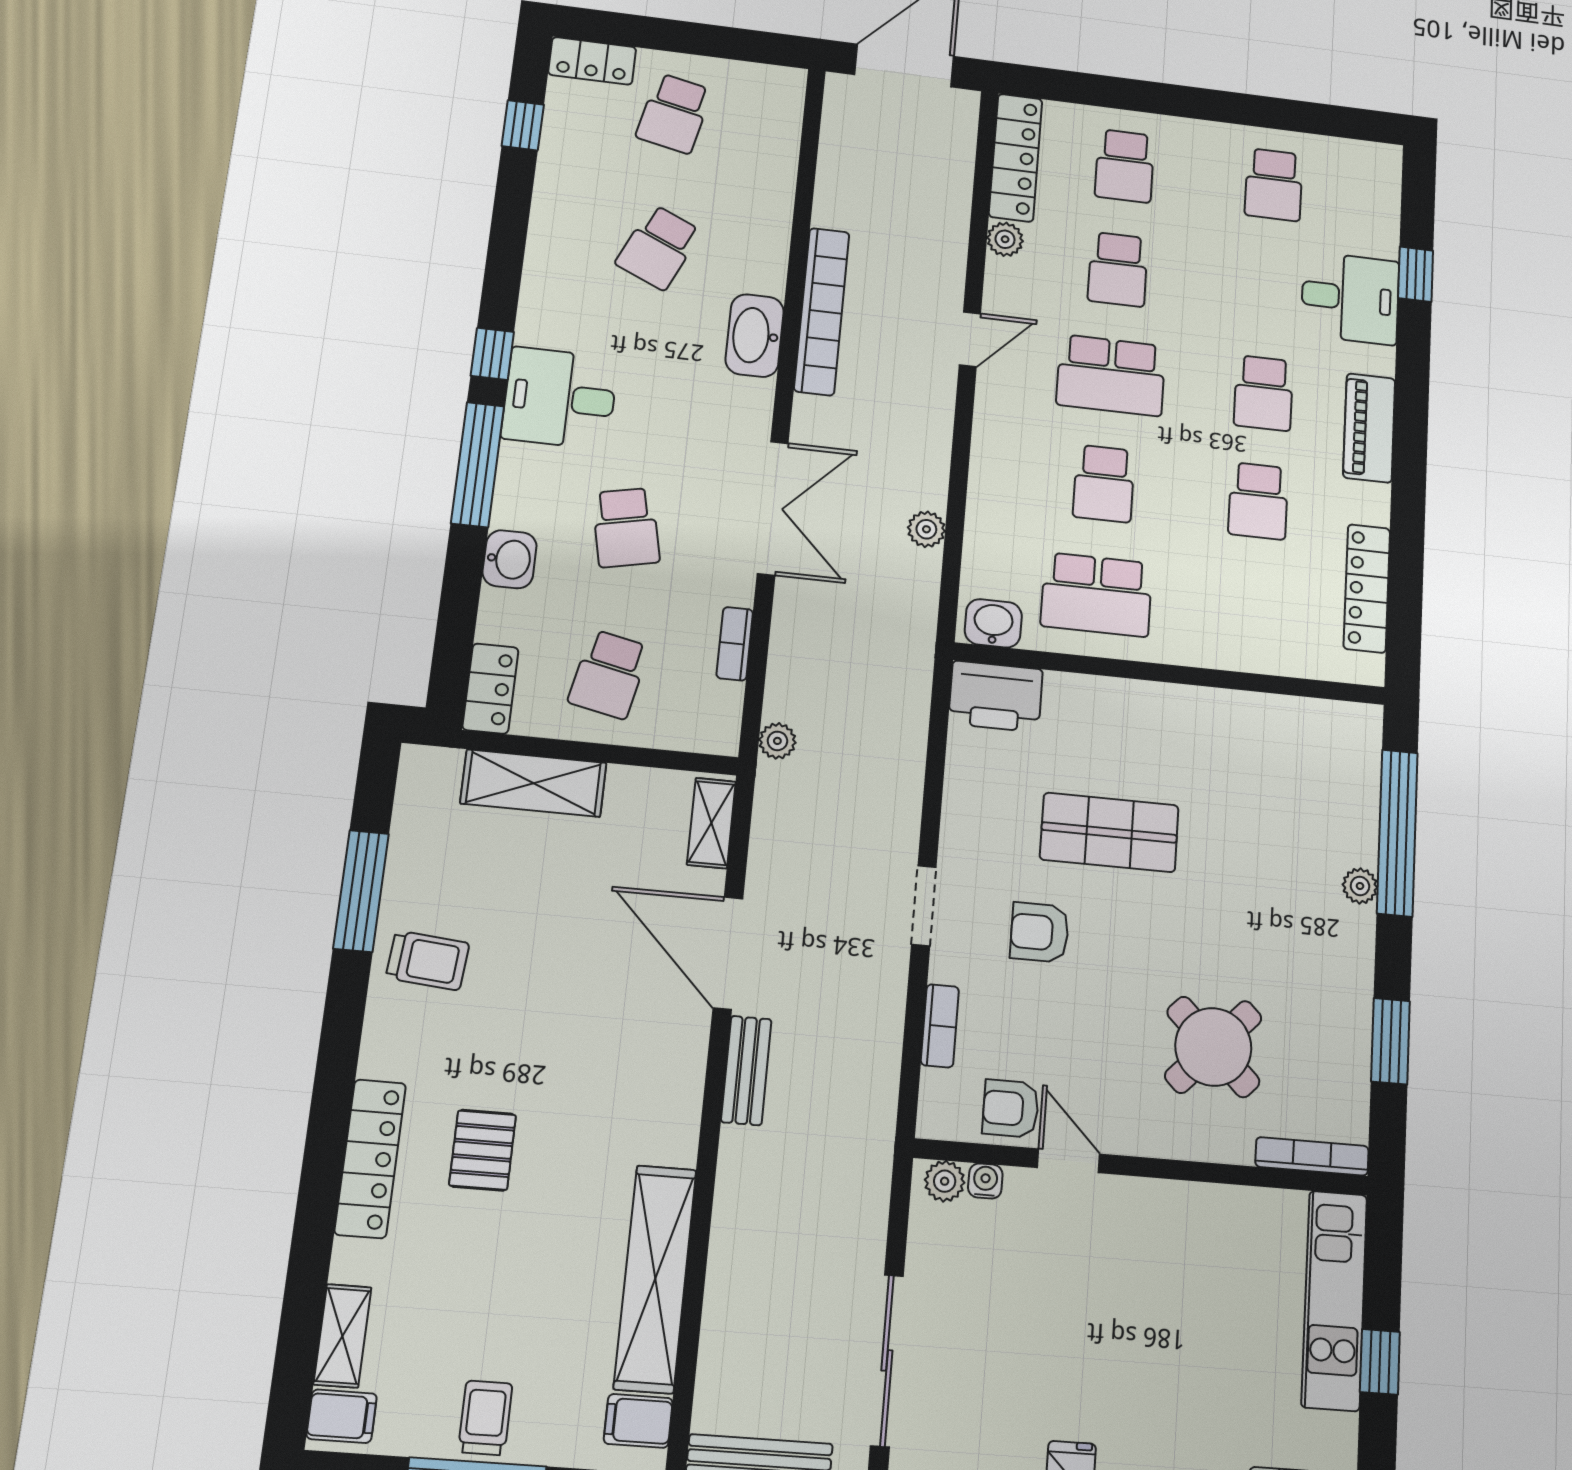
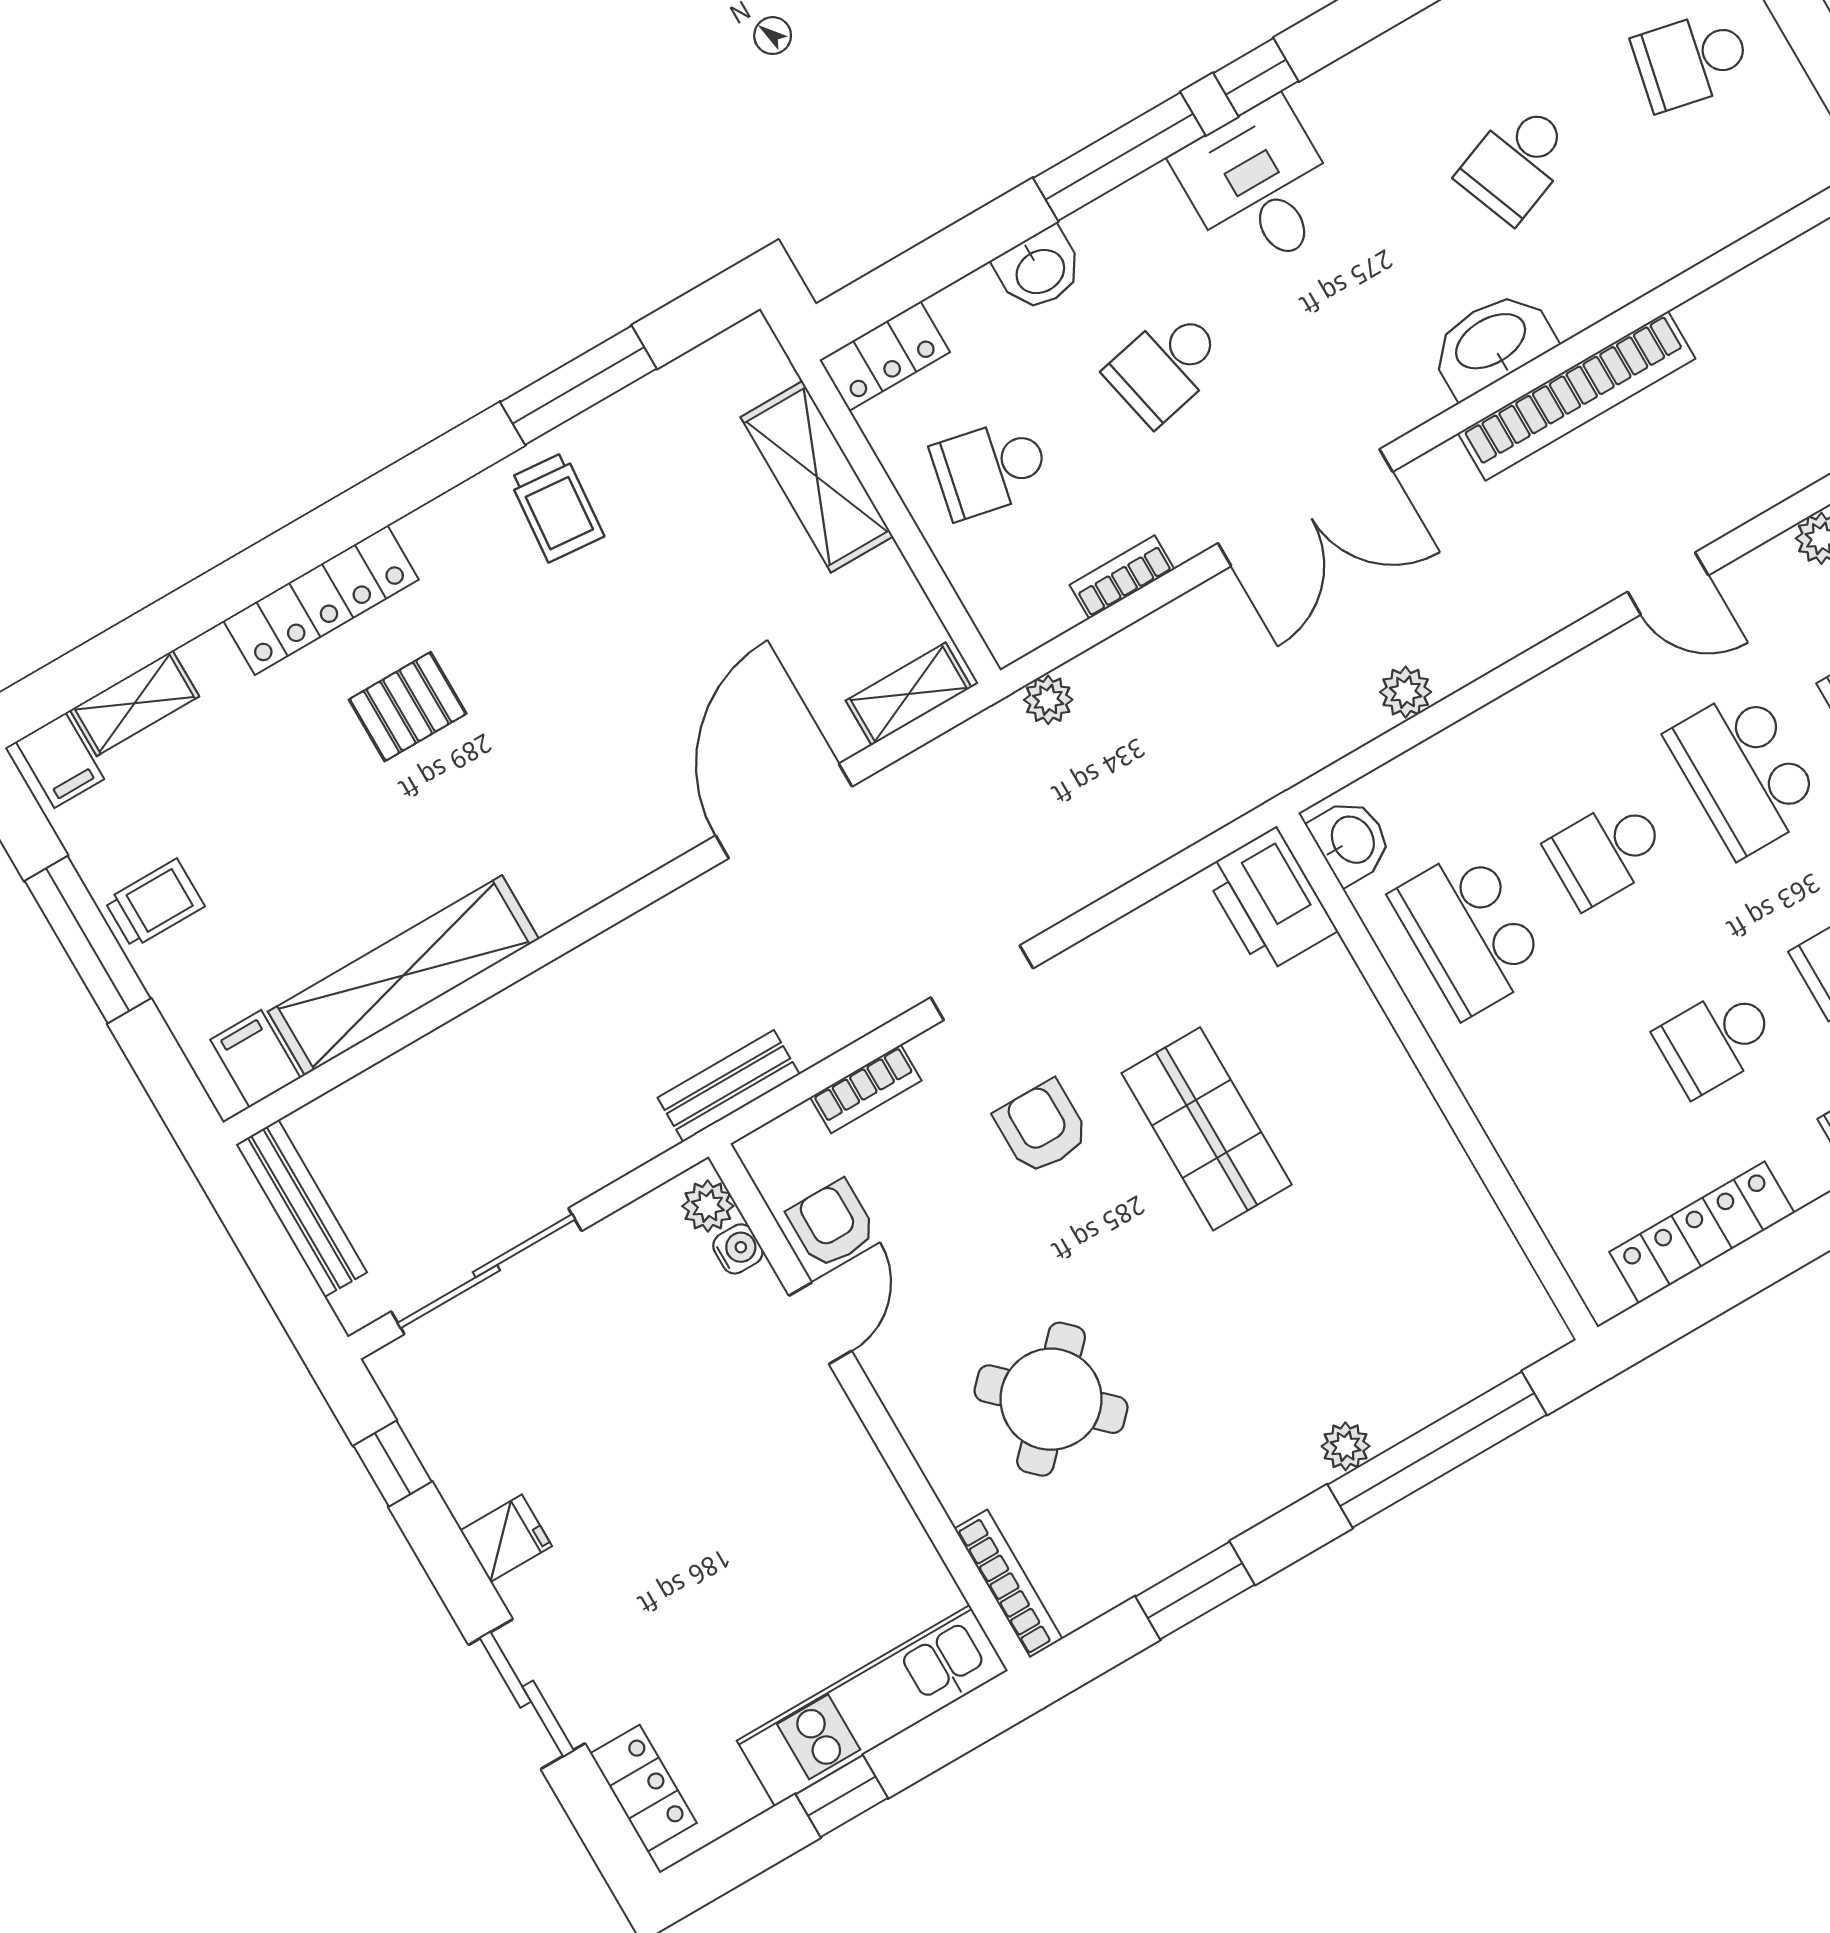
school desk: (659, 247) -> (1516, 162), turned -45
bench: (746, 1070) -> (729, 1086), moved

